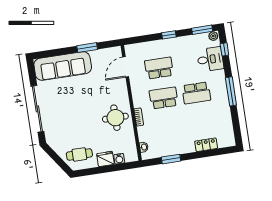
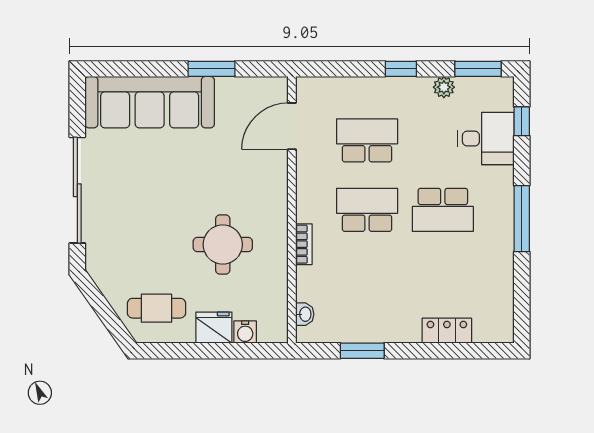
plant: (213, 36) -> (444, 87), moved
round table: (115, 118) -> (223, 245), moved

